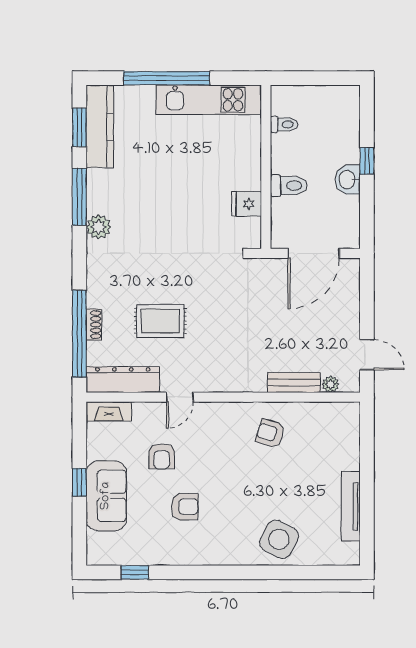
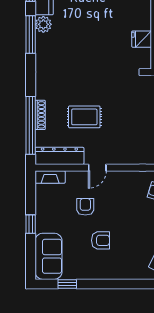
plant: (99, 227) -> (43, 24), moved
shoe rack: (94, 325) -> (40, 115), width x1.43
armchair: (162, 456) -> (85, 207), turned 180
sofa: (106, 496) -> (49, 256), moved

